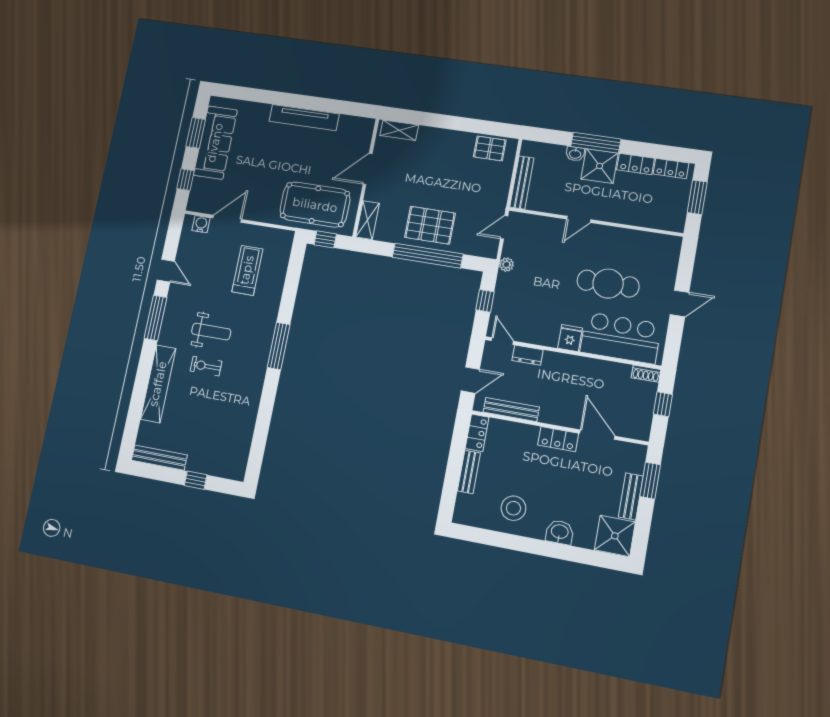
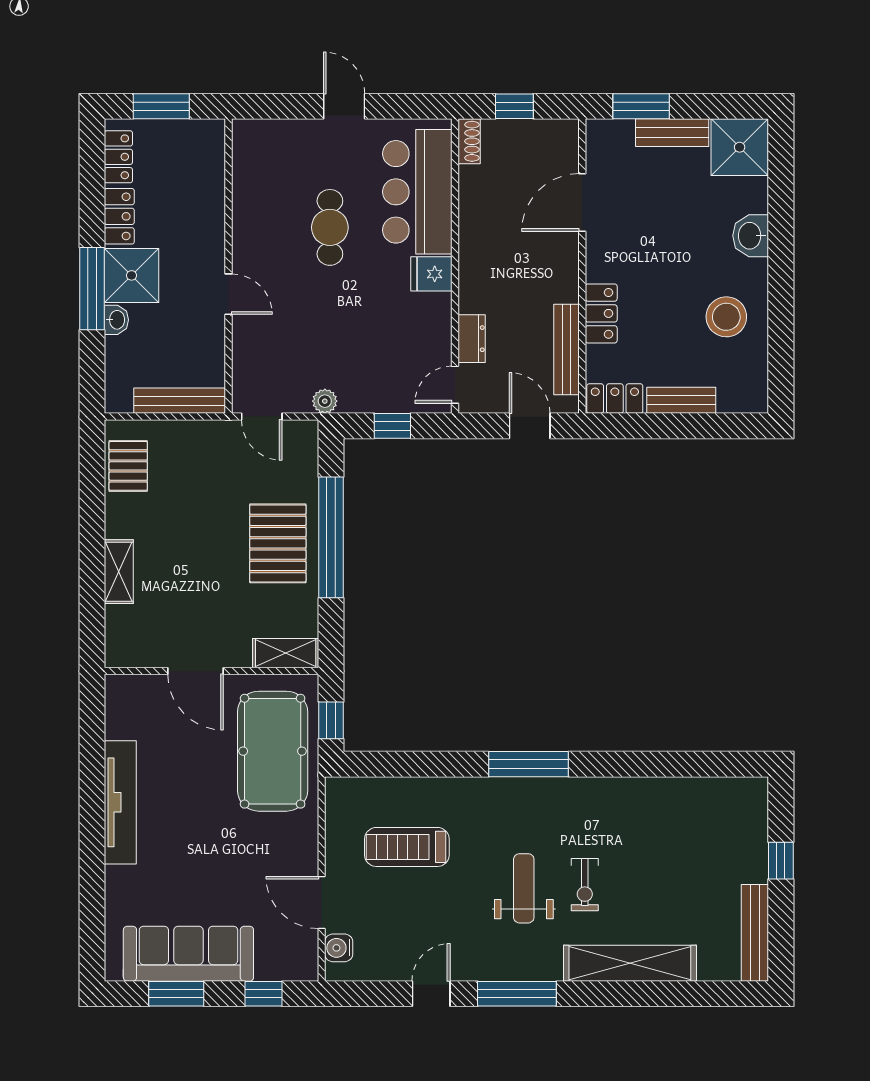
shelving: (399, 130) -> (119, 572), moved
cafe table: (608, 284) -> (330, 227), width x0.73, depth x0.74
locker: (558, 439) -> (601, 313), moved

